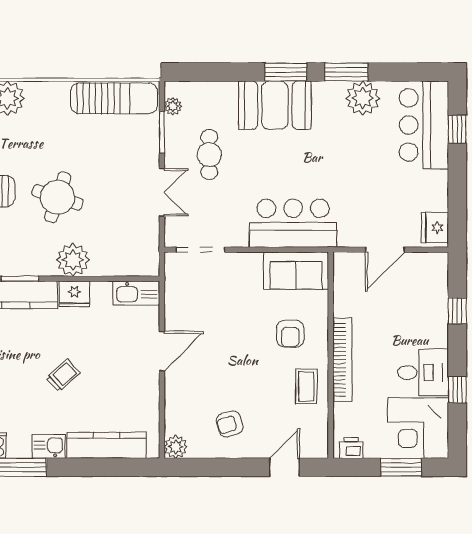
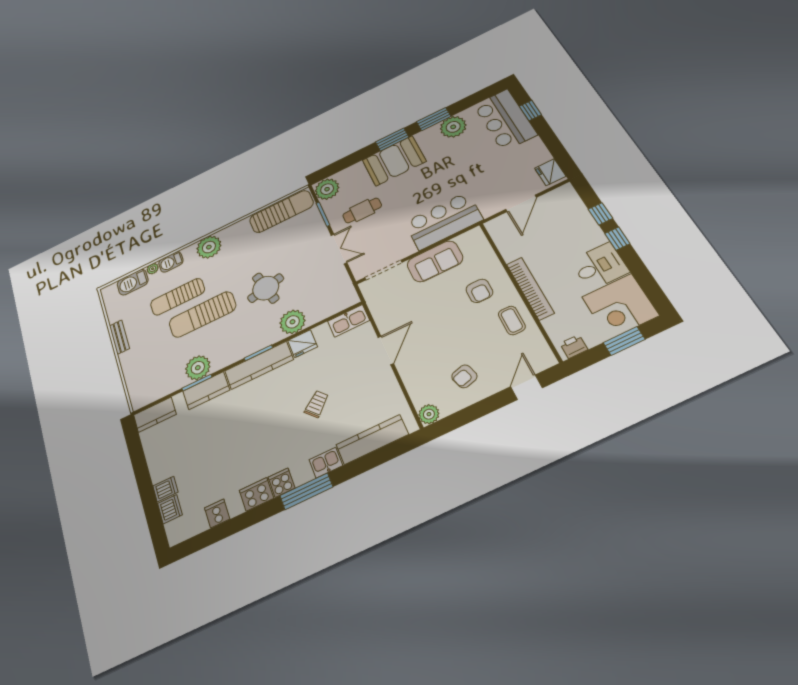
plant: (173, 106) -> (327, 189), width x1.88, depth x1.88
cafe table: (209, 155) -> (362, 210), turned 90
round table: (58, 197) -> (266, 288), turned -31
sofa: (296, 271) -> (435, 261), moved
window: (457, 390) -> (617, 239), moved

